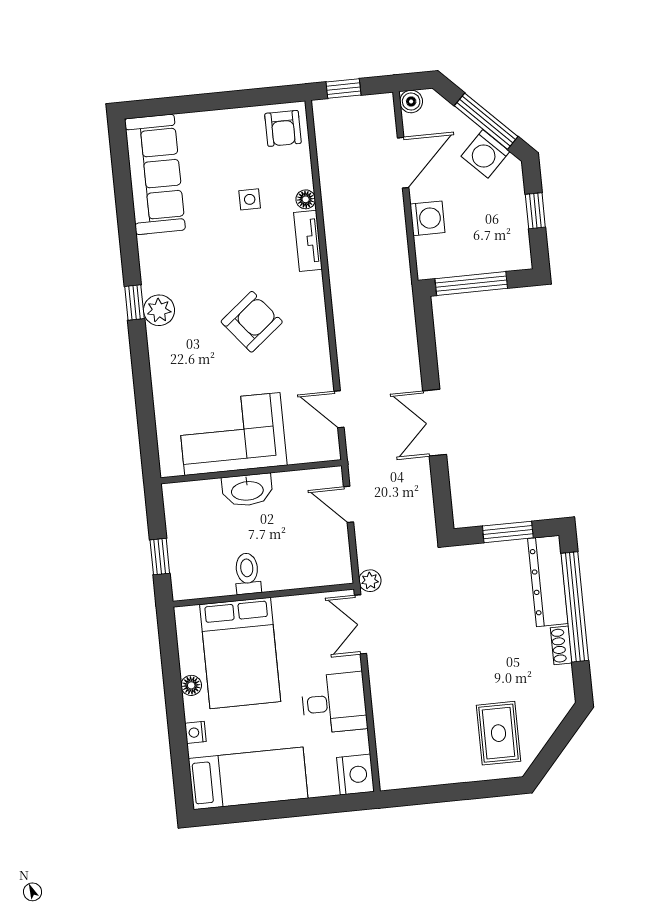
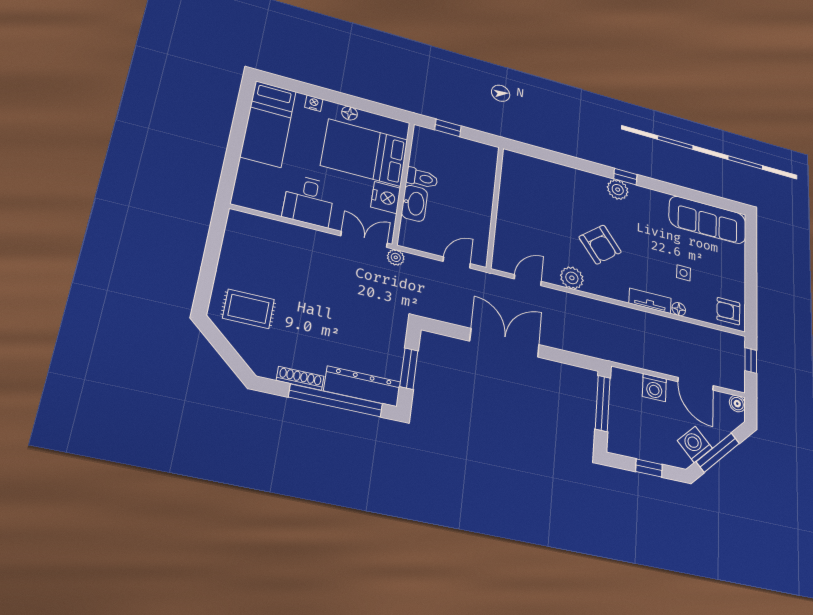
plant: (314, 352) -> (572, 278), added
double door: (435, 423) -> (505, 343), width x1.37
corner sofa: (232, 434) -> (524, 204), removed
washbasin: (247, 490) -> (414, 203), moved, turned 180
shoe rack: (561, 645) -> (300, 378), width x1.43
nightstand: (356, 775) -> (386, 198), moved, turned -90

